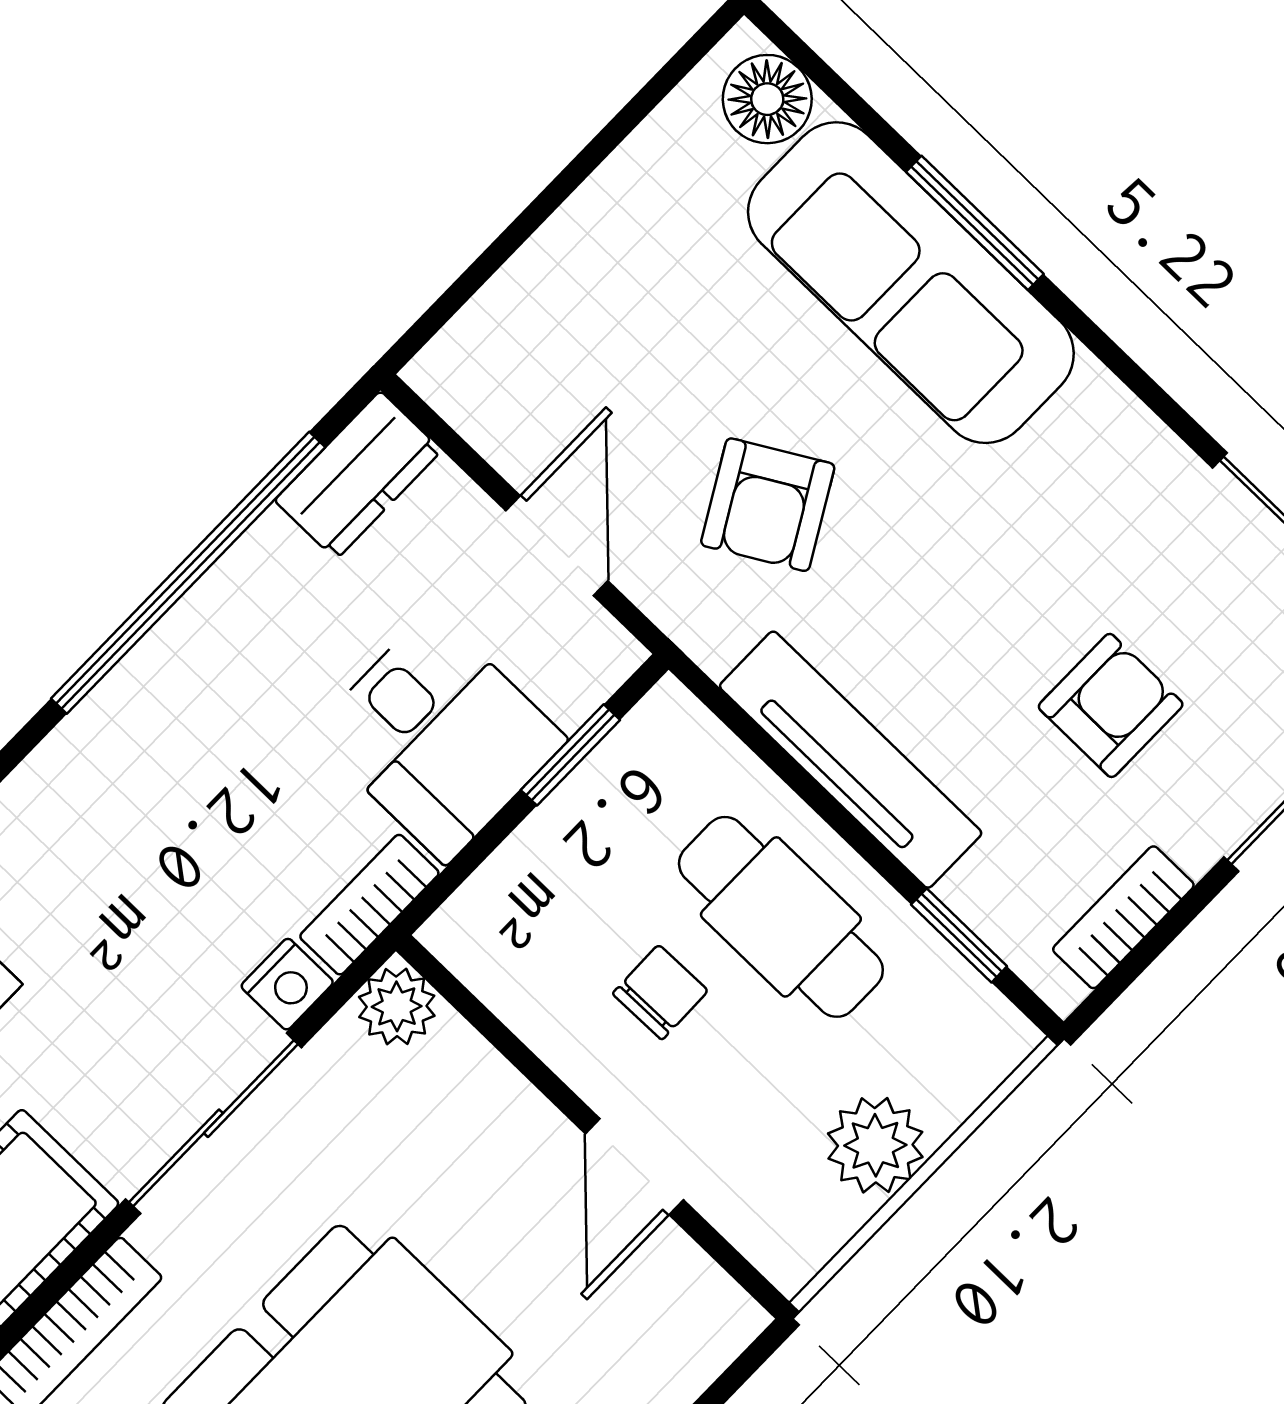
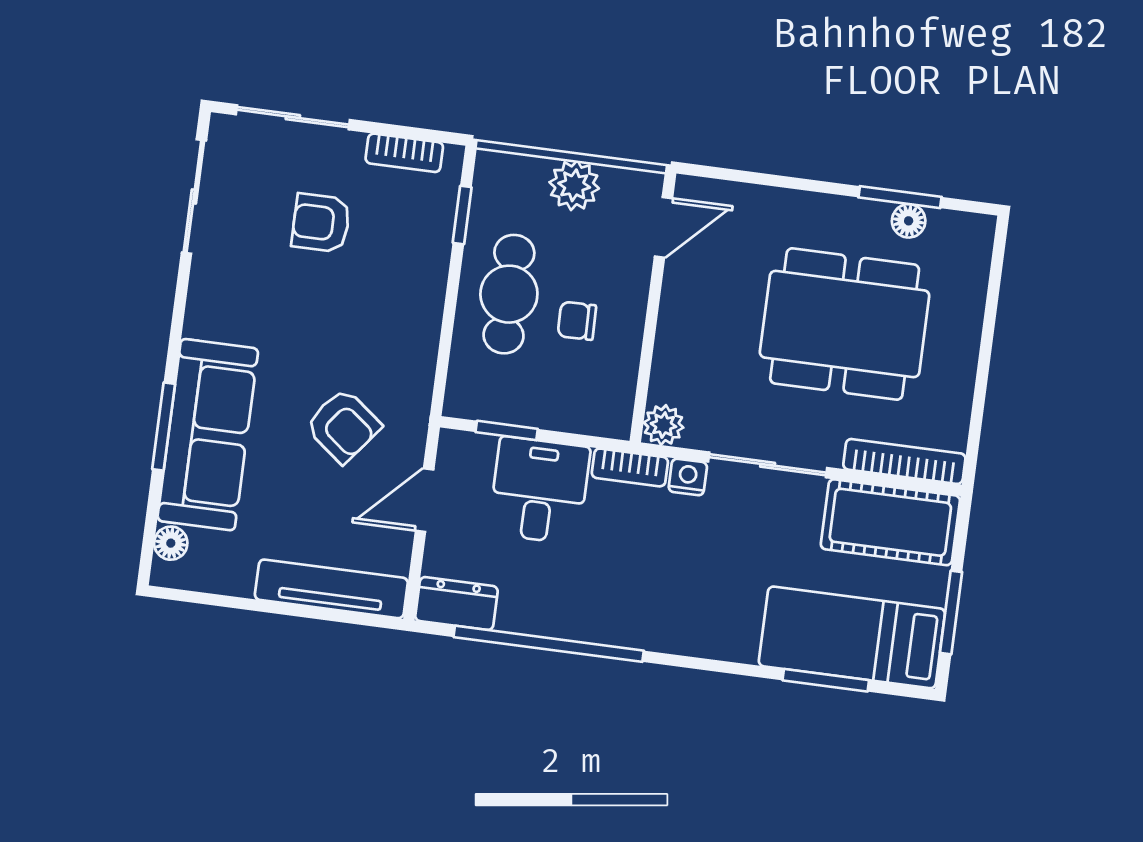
floor lamp: (767, 99) -> (171, 543), width x0.73, depth x0.73
armchair: (768, 505) -> (343, 426), turned 68
tv unit: (851, 760) -> (331, 589), moved, turned 90
door: (634, 1167) -> (663, 227), moved

